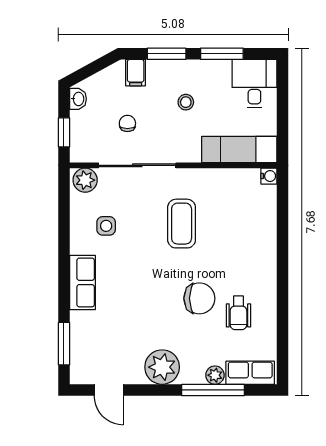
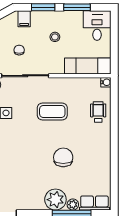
coffee table: (182, 224) -> (52, 111), turned 90
chair: (199, 298) -> (63, 157), turned -90
wheelchair: (238, 313) -> (98, 112), moved, turned 180
plant: (162, 367) -> (55, 200), moved

